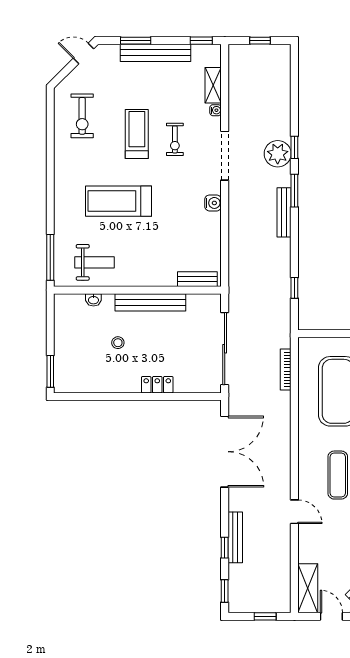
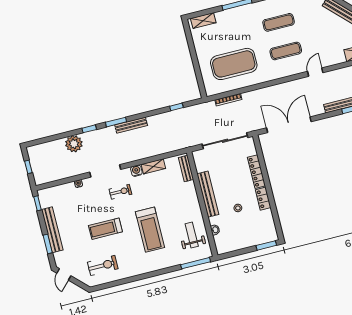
shelving: (213, 85) -> (153, 166), moved
exercise bike: (175, 139) -> (120, 192), moved
plant: (278, 154) -> (74, 144), moved
locker: (122, 385) -> (263, 199), added
locker: (157, 385) -> (256, 172), width x1.53

